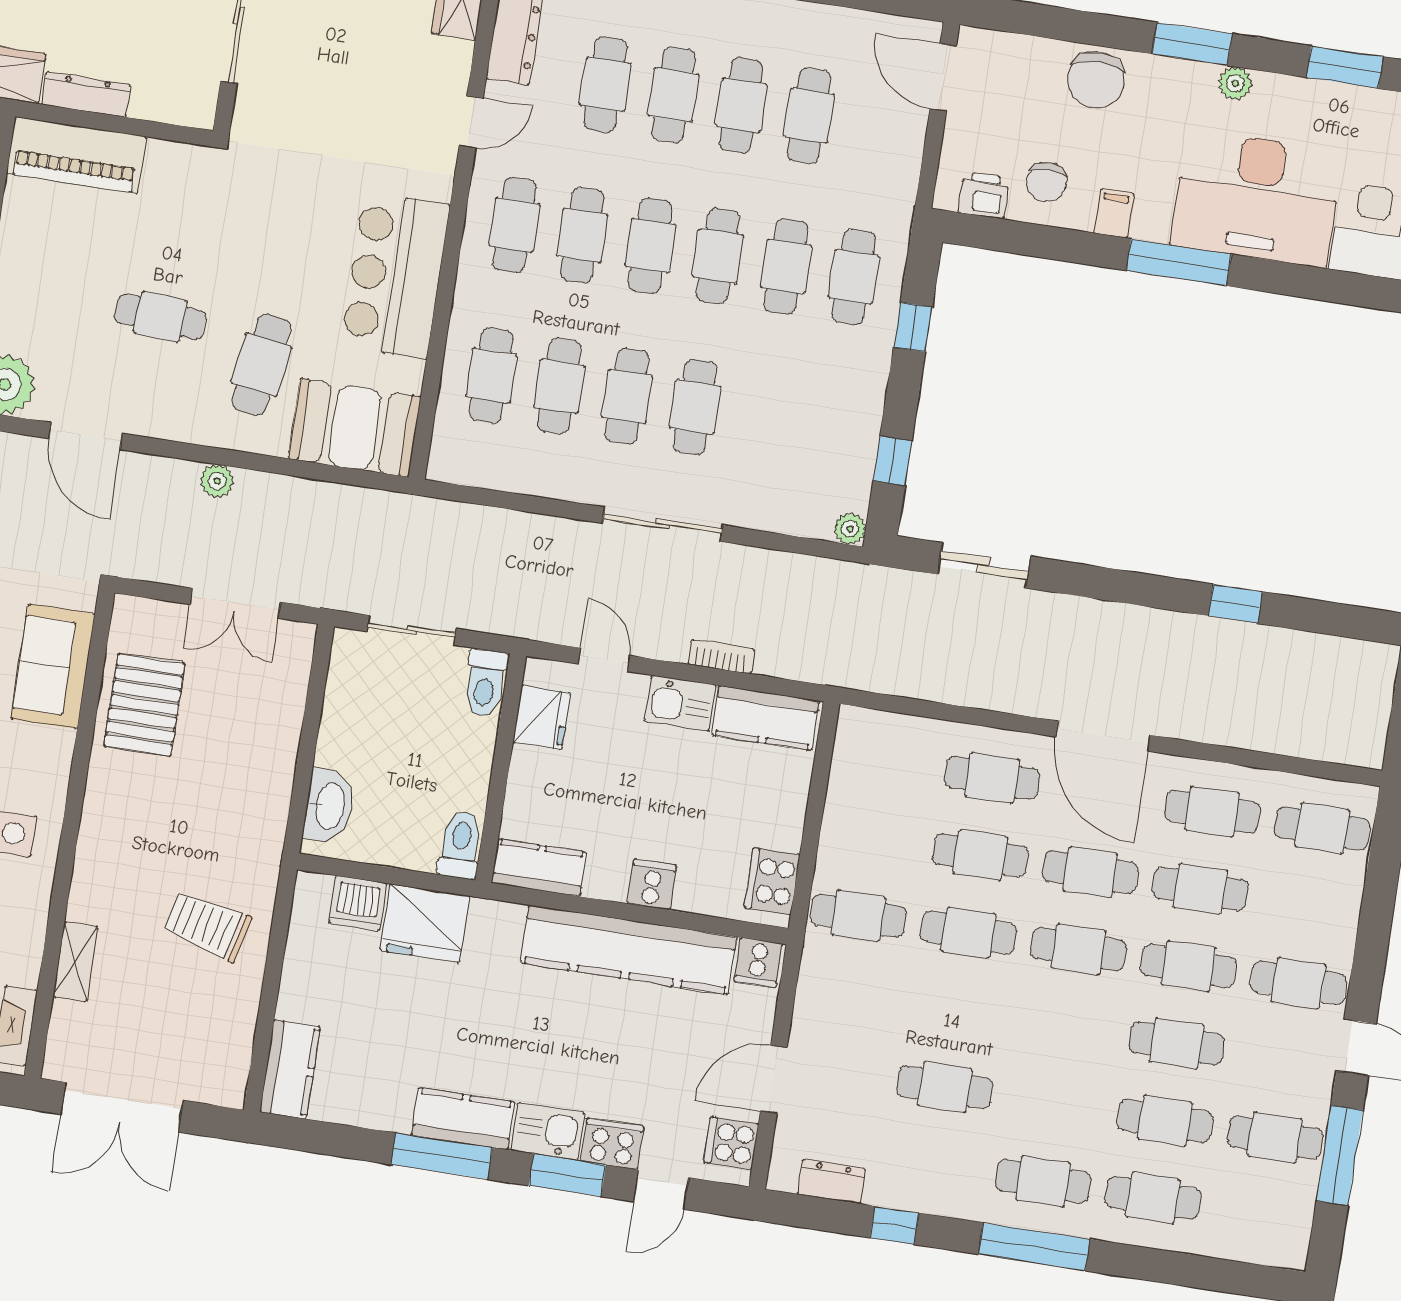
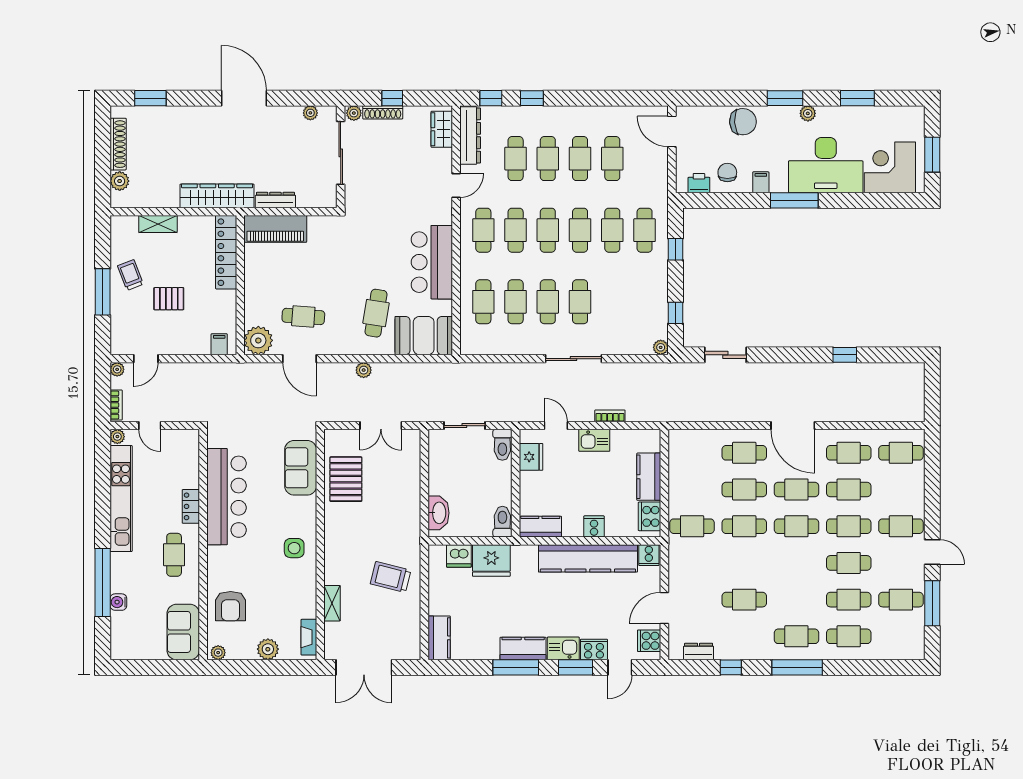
chair: (1096, 80) -> (743, 122), turned -93
chair: (1047, 182) -> (727, 172), turned 180
cafe table: (160, 317) -> (303, 316), moved
kitchen counter: (765, 718) -> (649, 477), moved, turned 90

